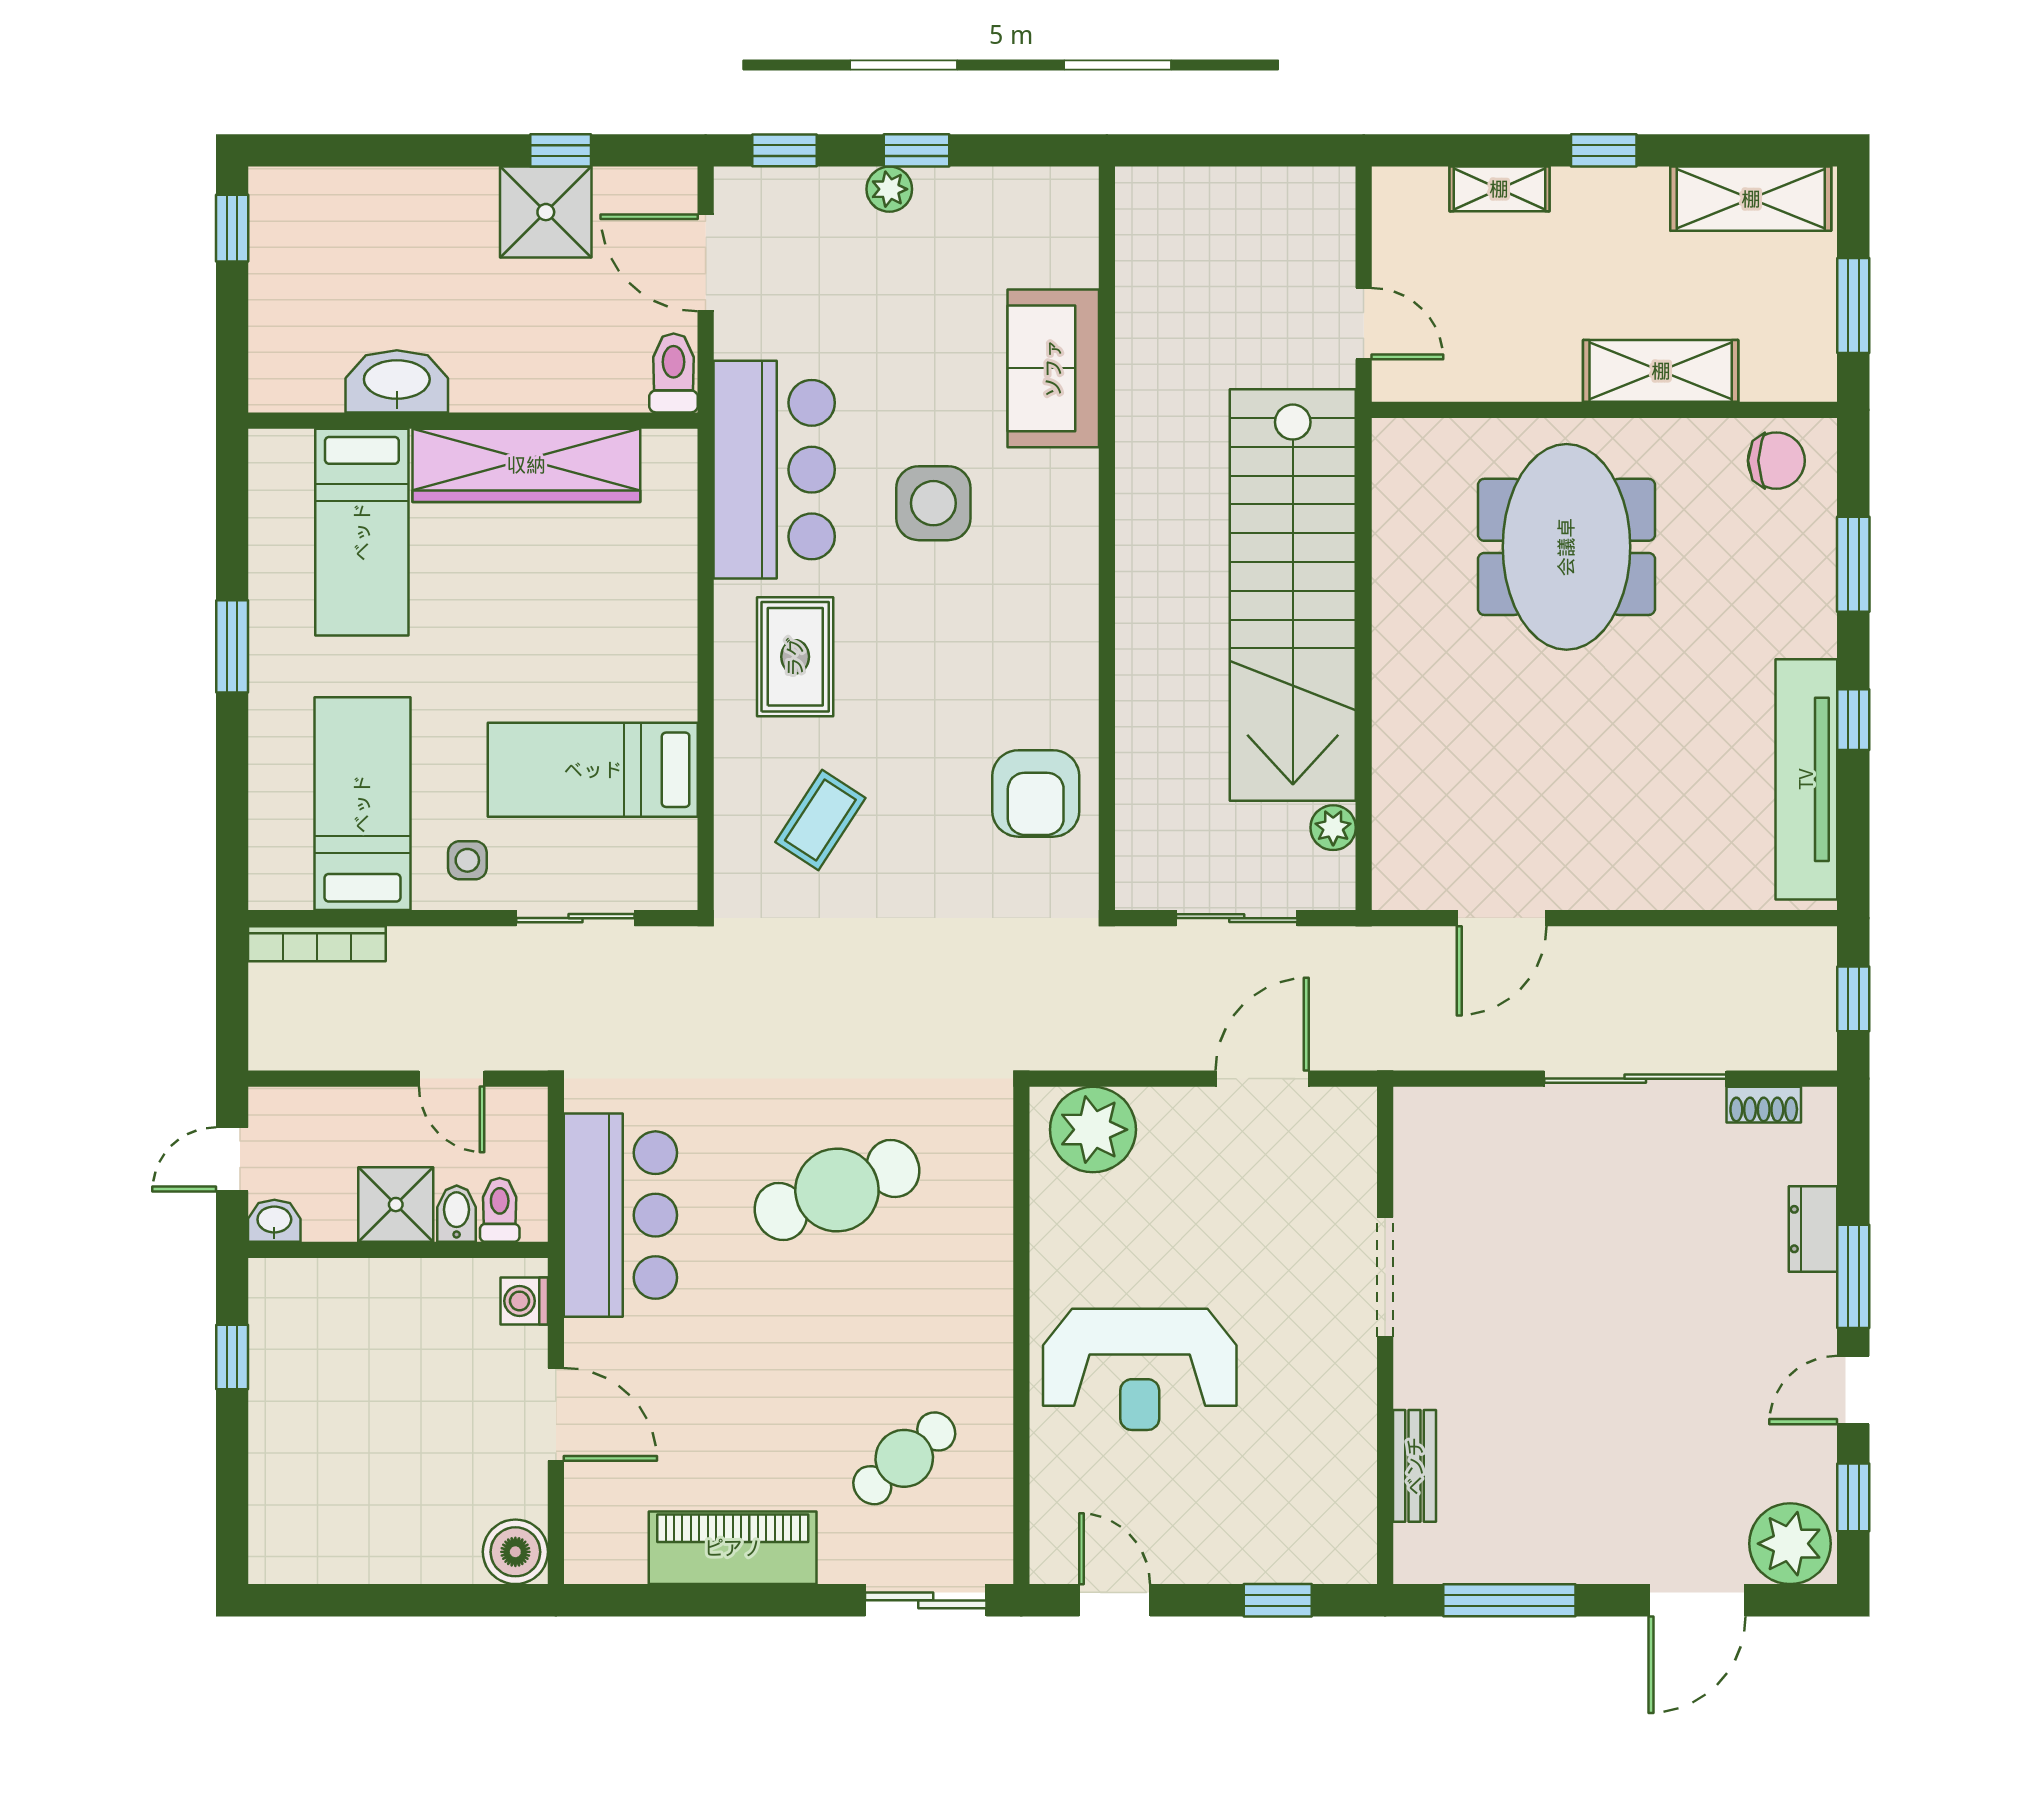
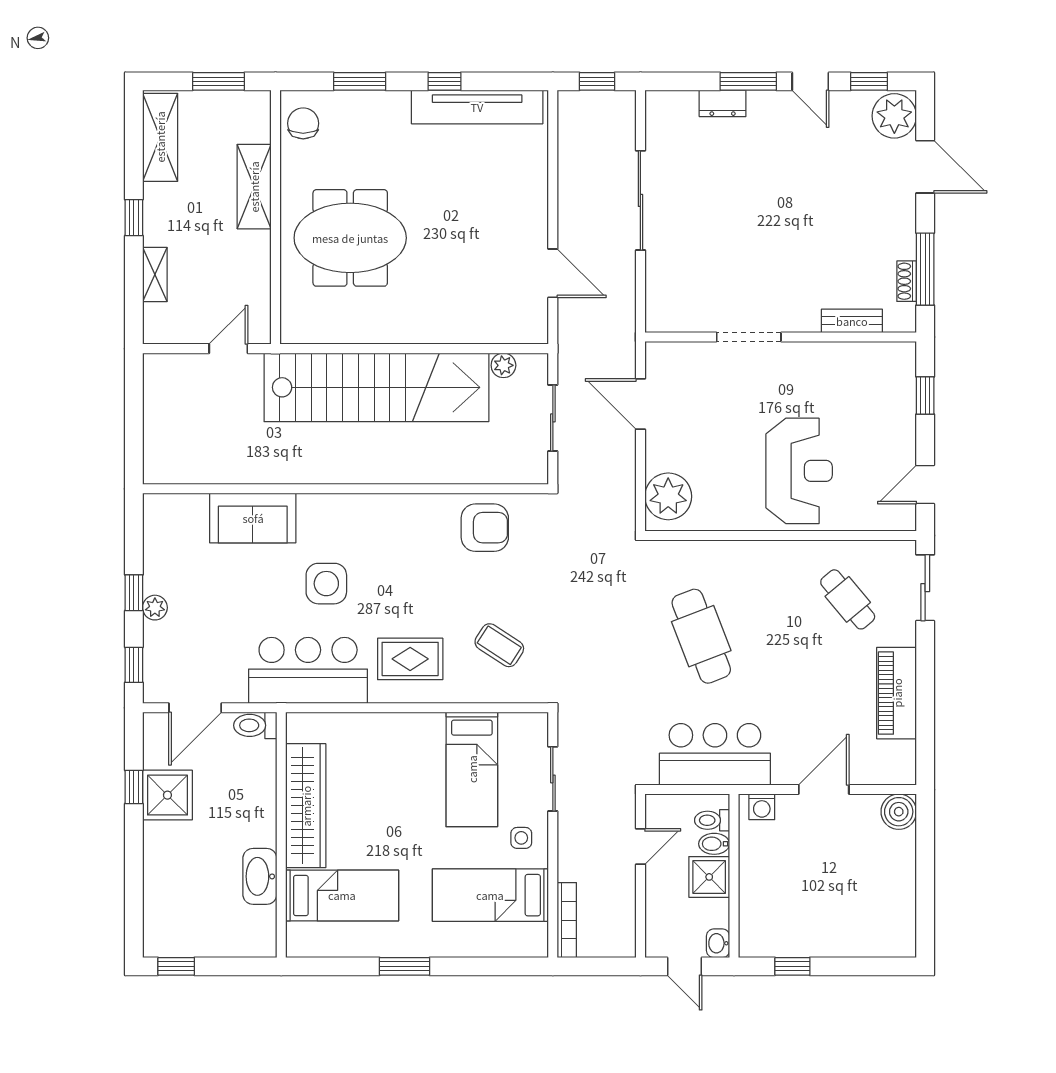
shoe rack: (1764, 1105) -> (907, 281), moved, turned 180

